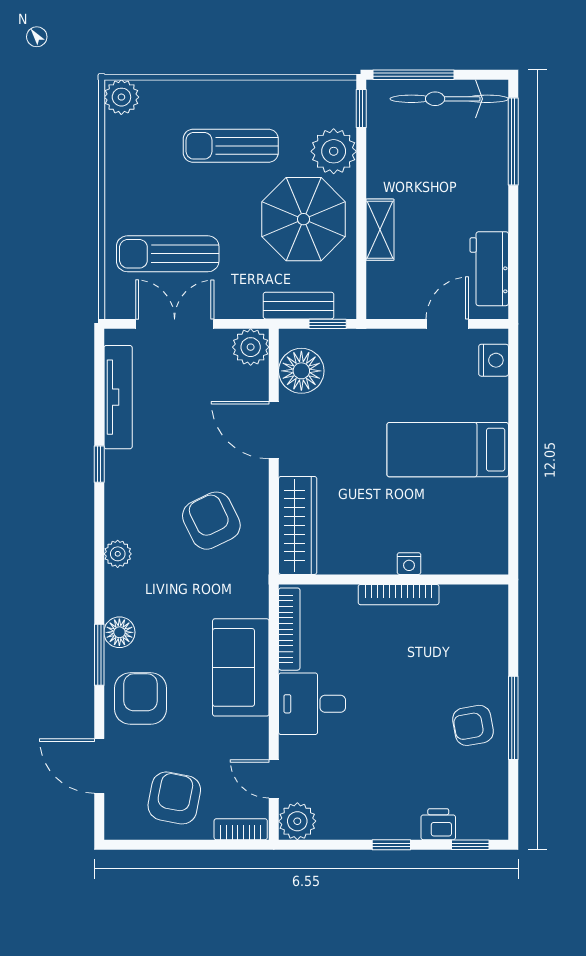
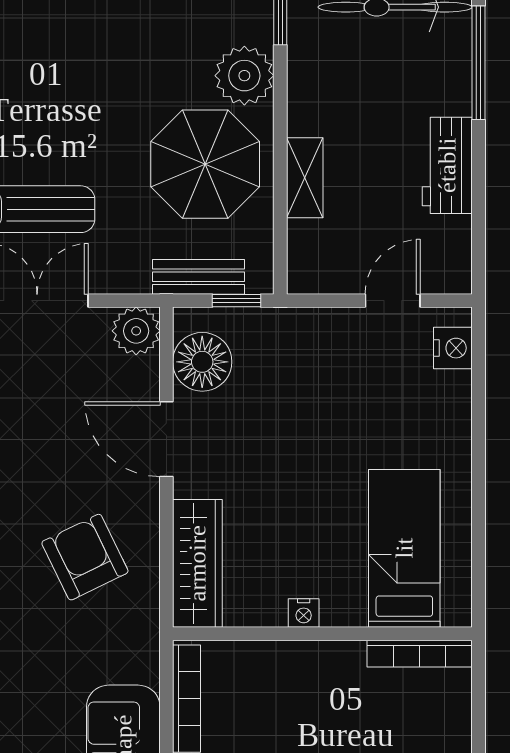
sun lounger: (231, 146) -> (110, 68), removed
workbench: (489, 269) -> (447, 165), moved
bed: (448, 450) -> (404, 548), moved, turned 90
nightstand: (409, 564) -> (304, 613), moved
bookcase: (399, 595) -> (420, 654), moved

